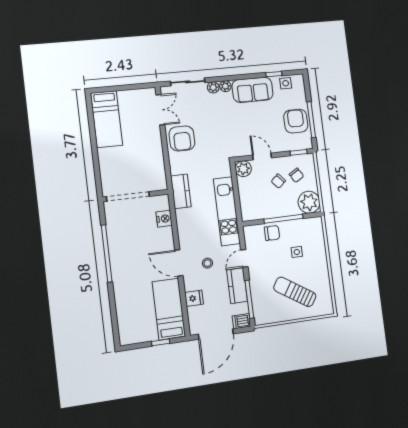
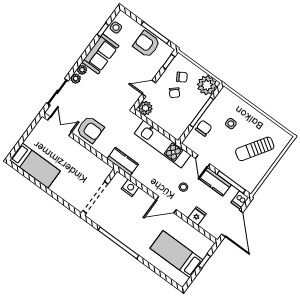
bed: (169, 309) -> (176, 254), moved

